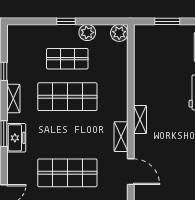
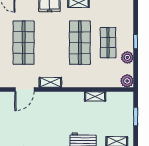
shelving: (140, 119) -> (95, 96), moved

